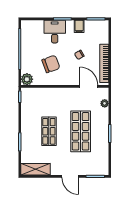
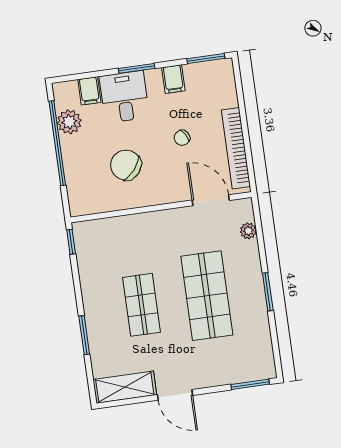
filing cabinet: (39, 26) -> (89, 91), added
chair: (51, 64) -> (126, 165), turned -120
plant: (27, 79) -> (69, 122), moved
door: (70, 176) -> (175, 395), moved

